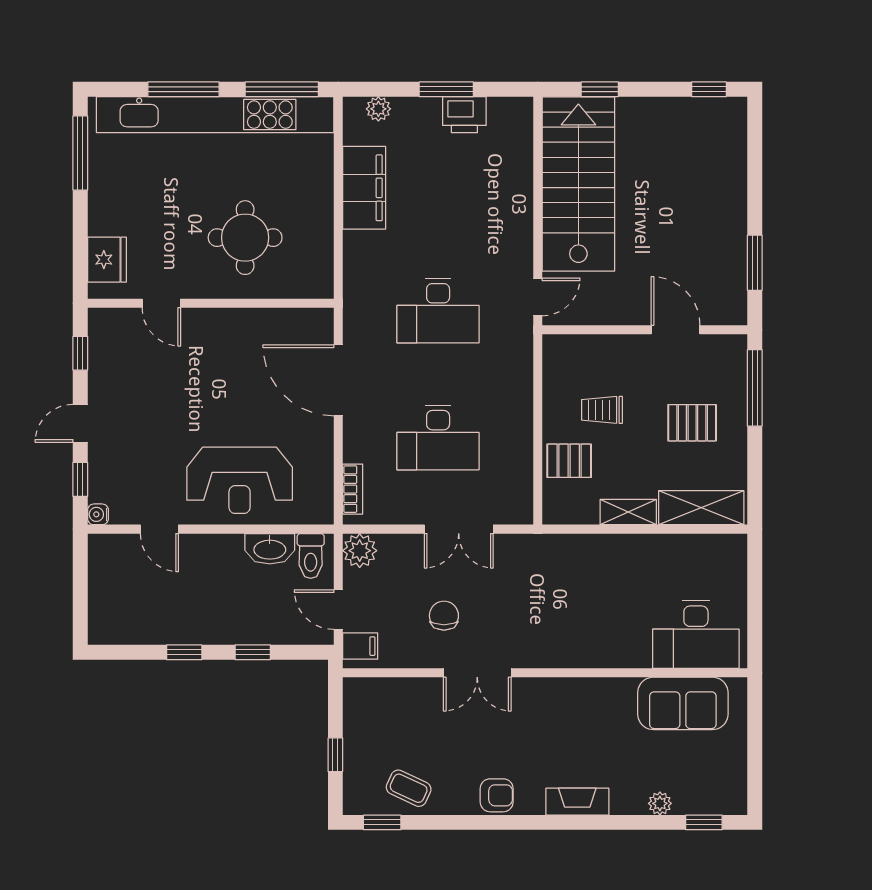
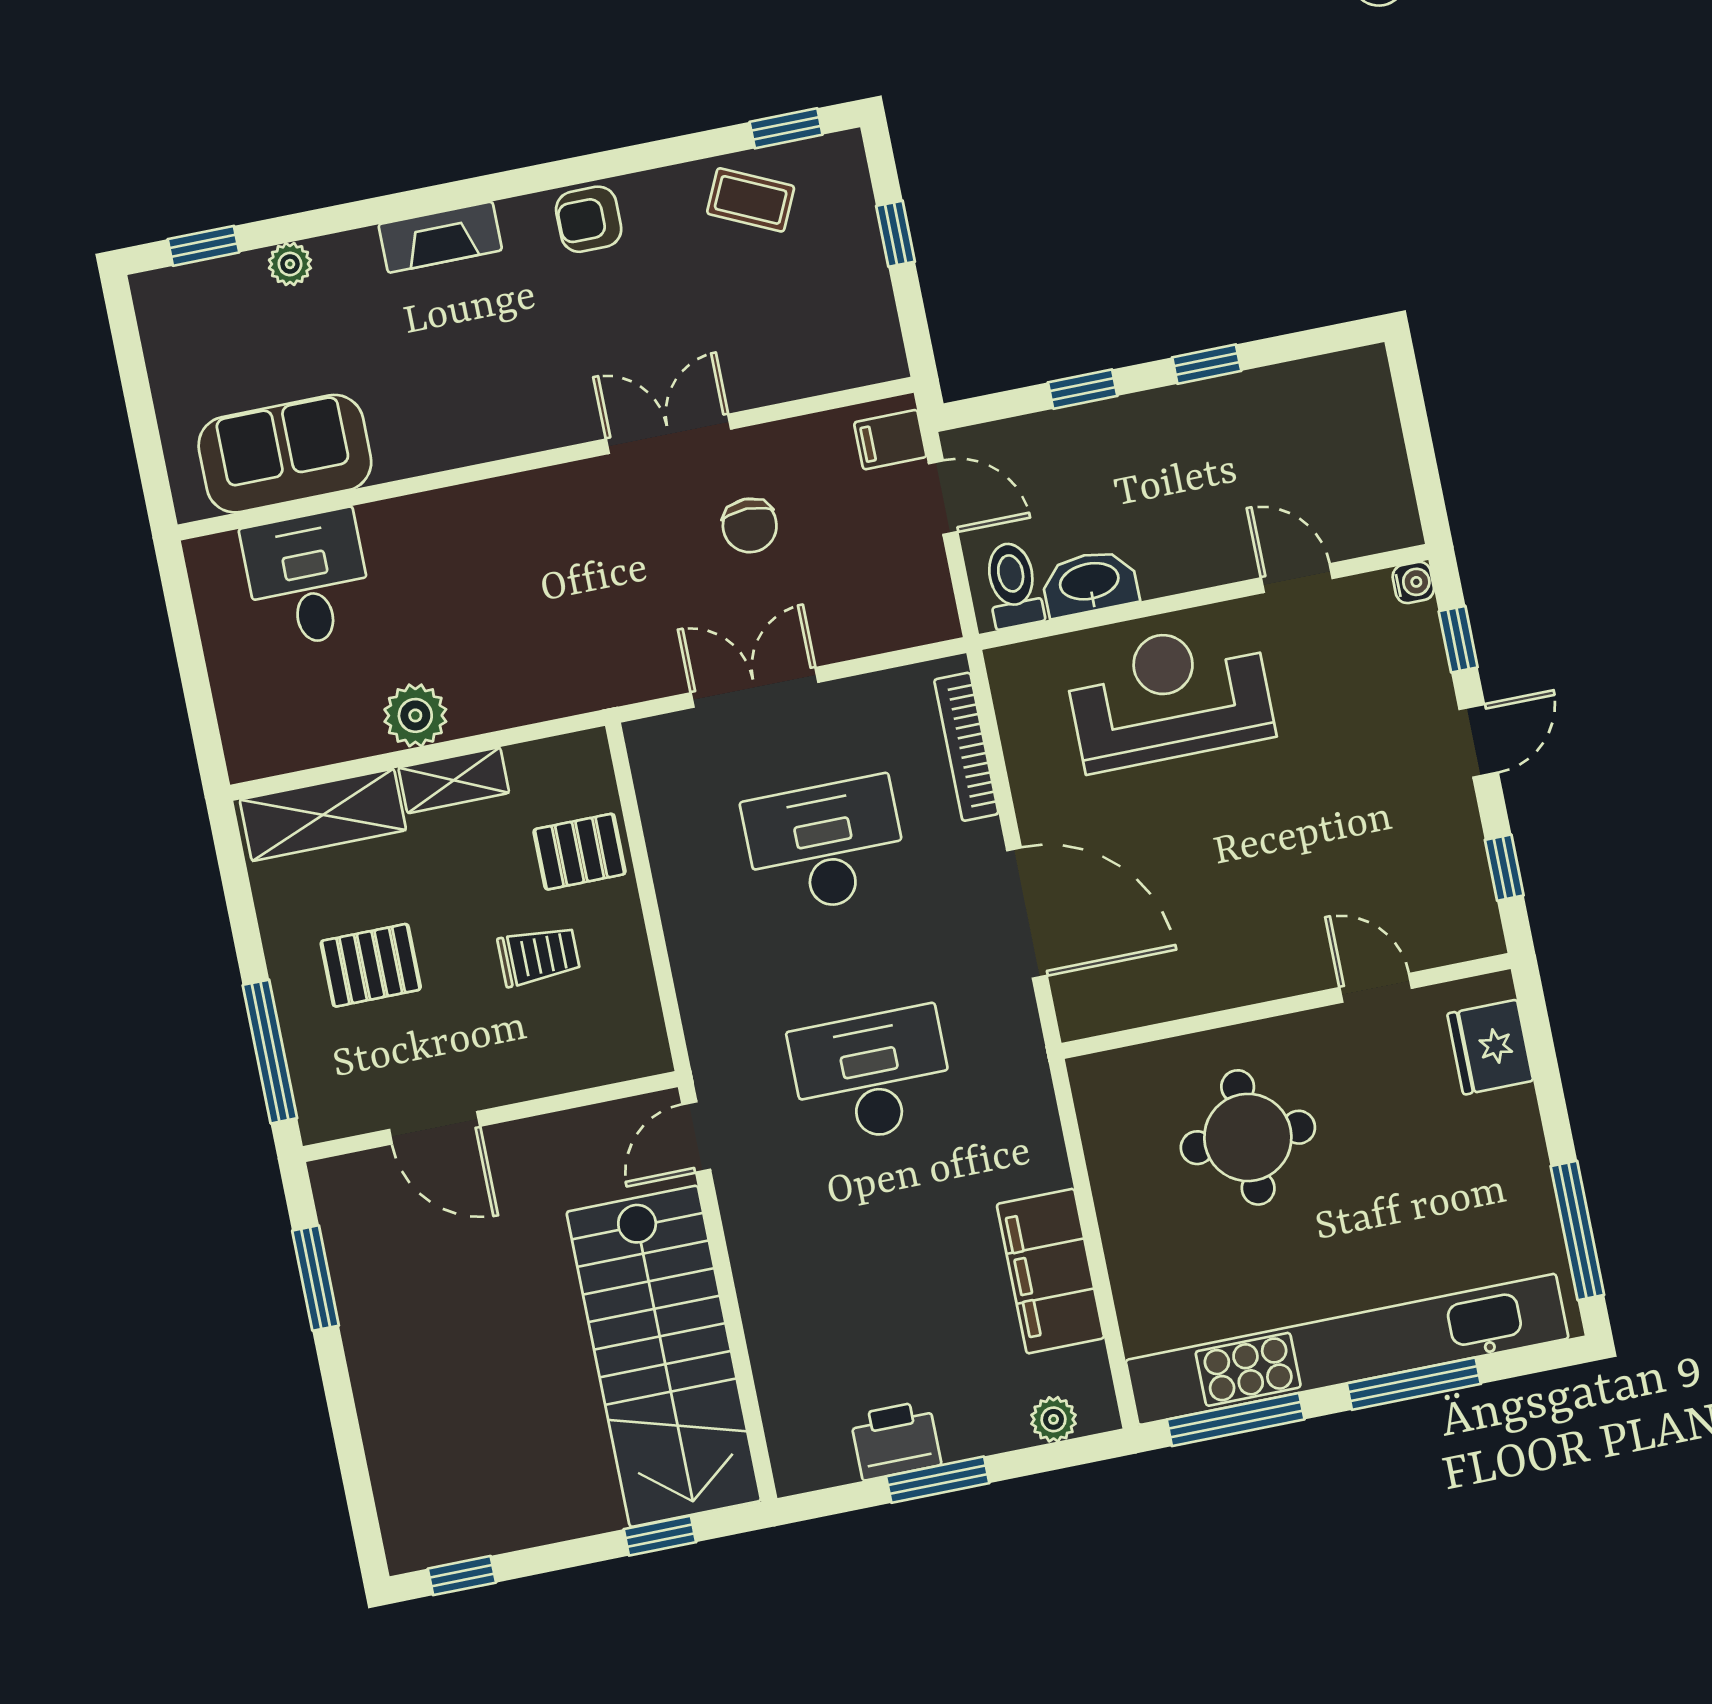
bookcase: (353, 489) -> (966, 747), width x1.56
plant: (360, 551) -> (415, 715), moved
desk: (696, 635) -> (308, 579), width x0.73

